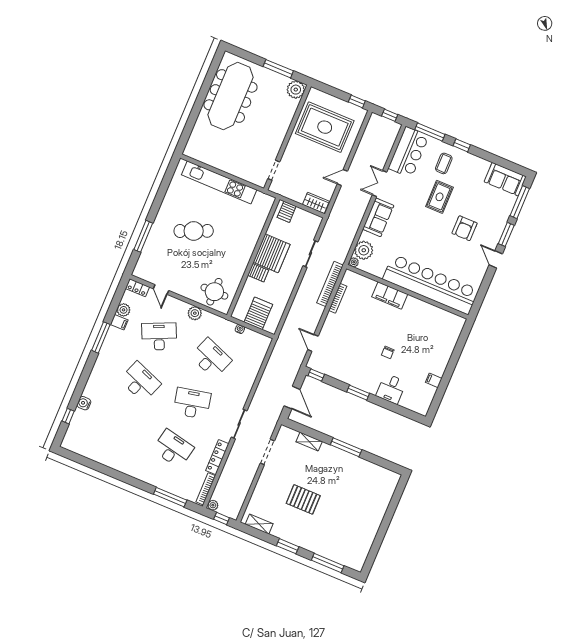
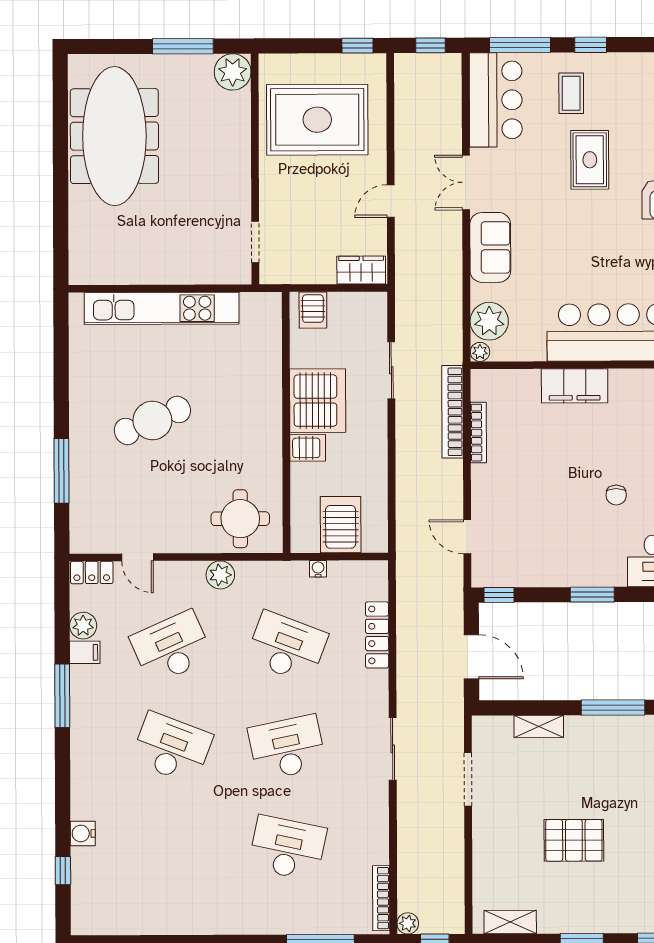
locker: (217, 457) -> (377, 635), moved

